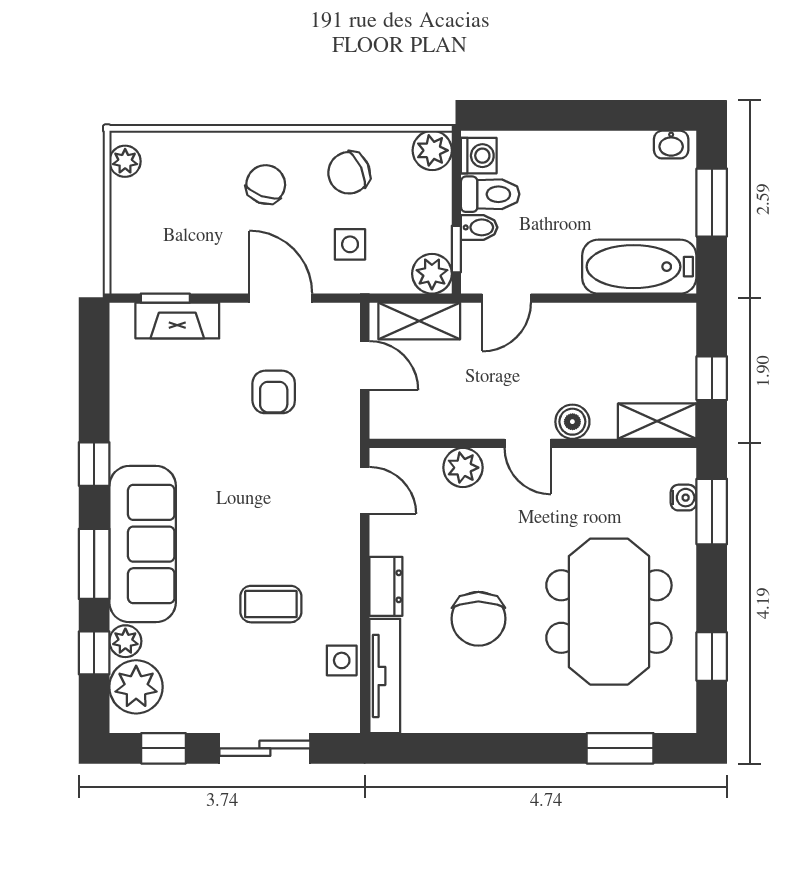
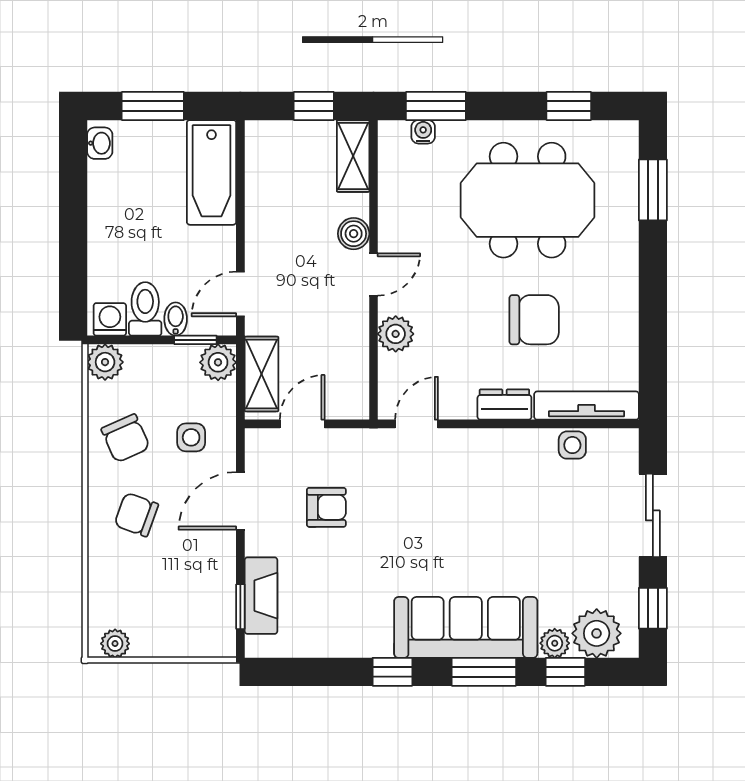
door: (507, 298) -> (240, 294), swing flipped
coffee table: (271, 604) -> (521, 510), removed

